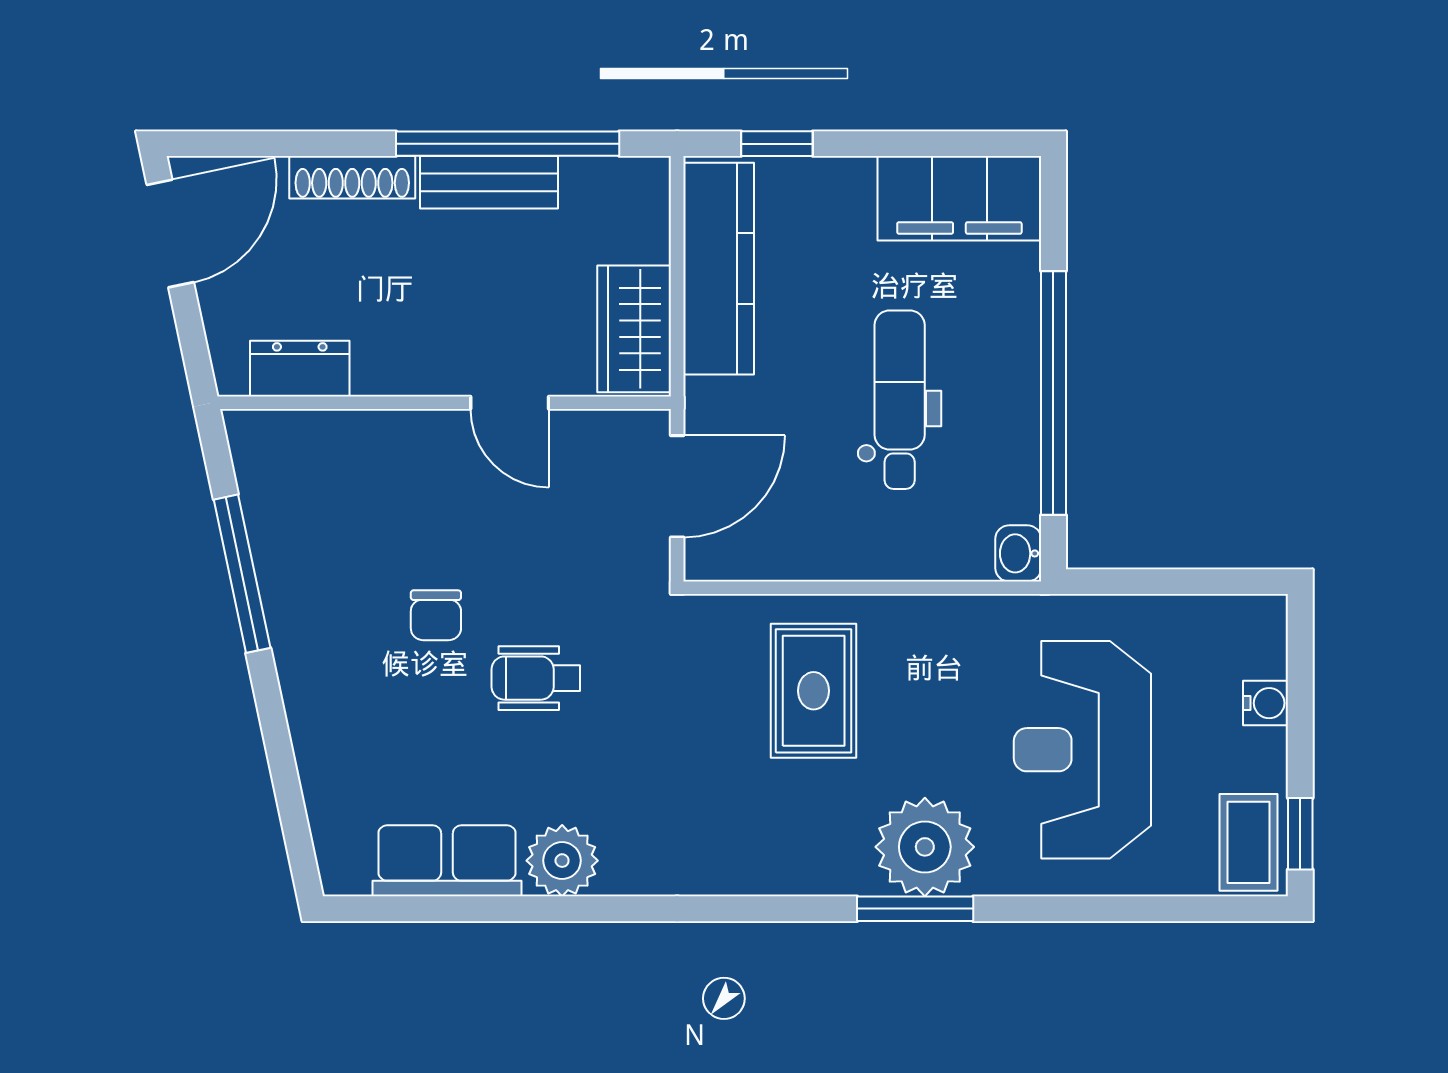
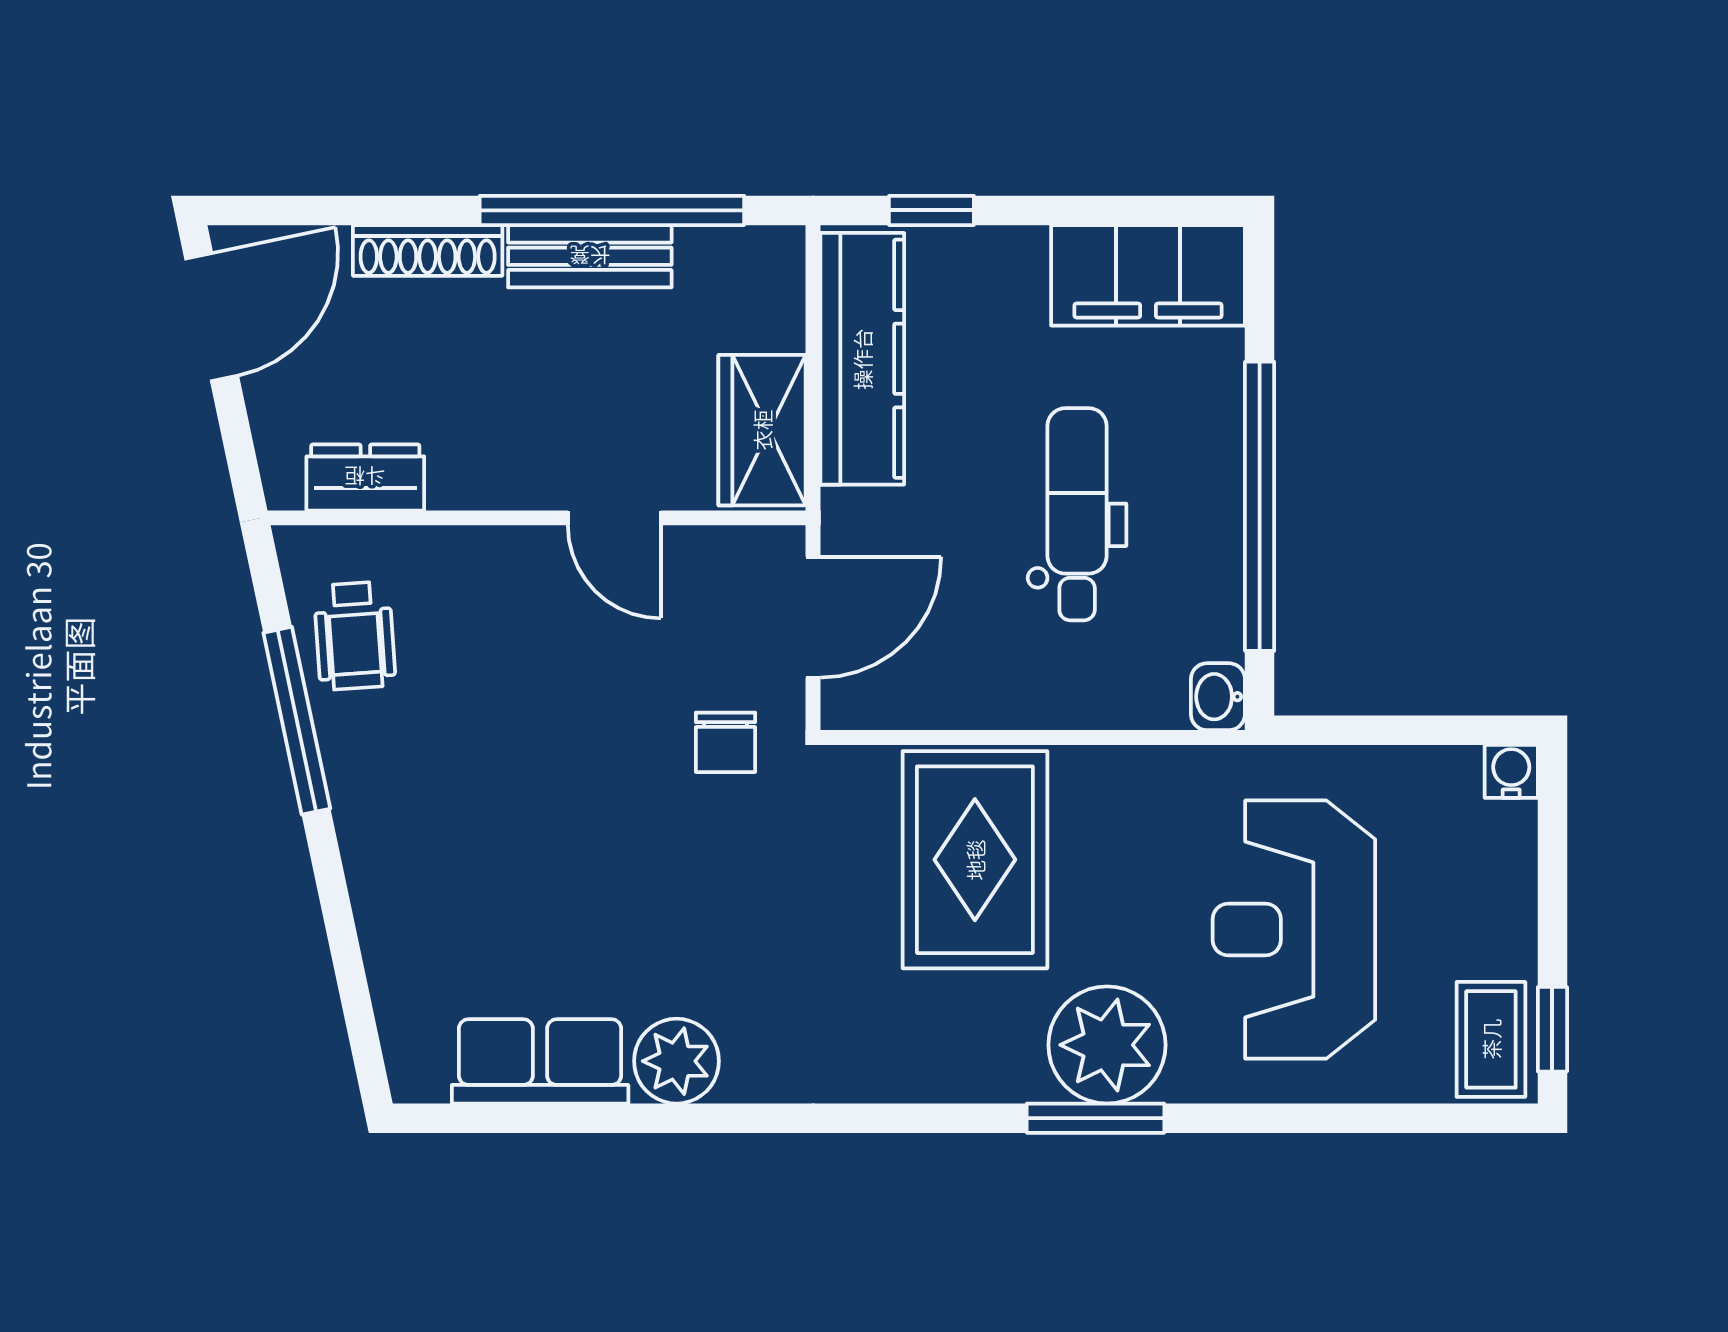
chair: (436, 615) -> (725, 742), moved
wheelchair: (536, 678) -> (355, 636), moved, turned -94
rug: (814, 691) -> (975, 860), width x1.36, depth x1.43
water cooler: (1266, 703) -> (1511, 771), moved, turned -90

